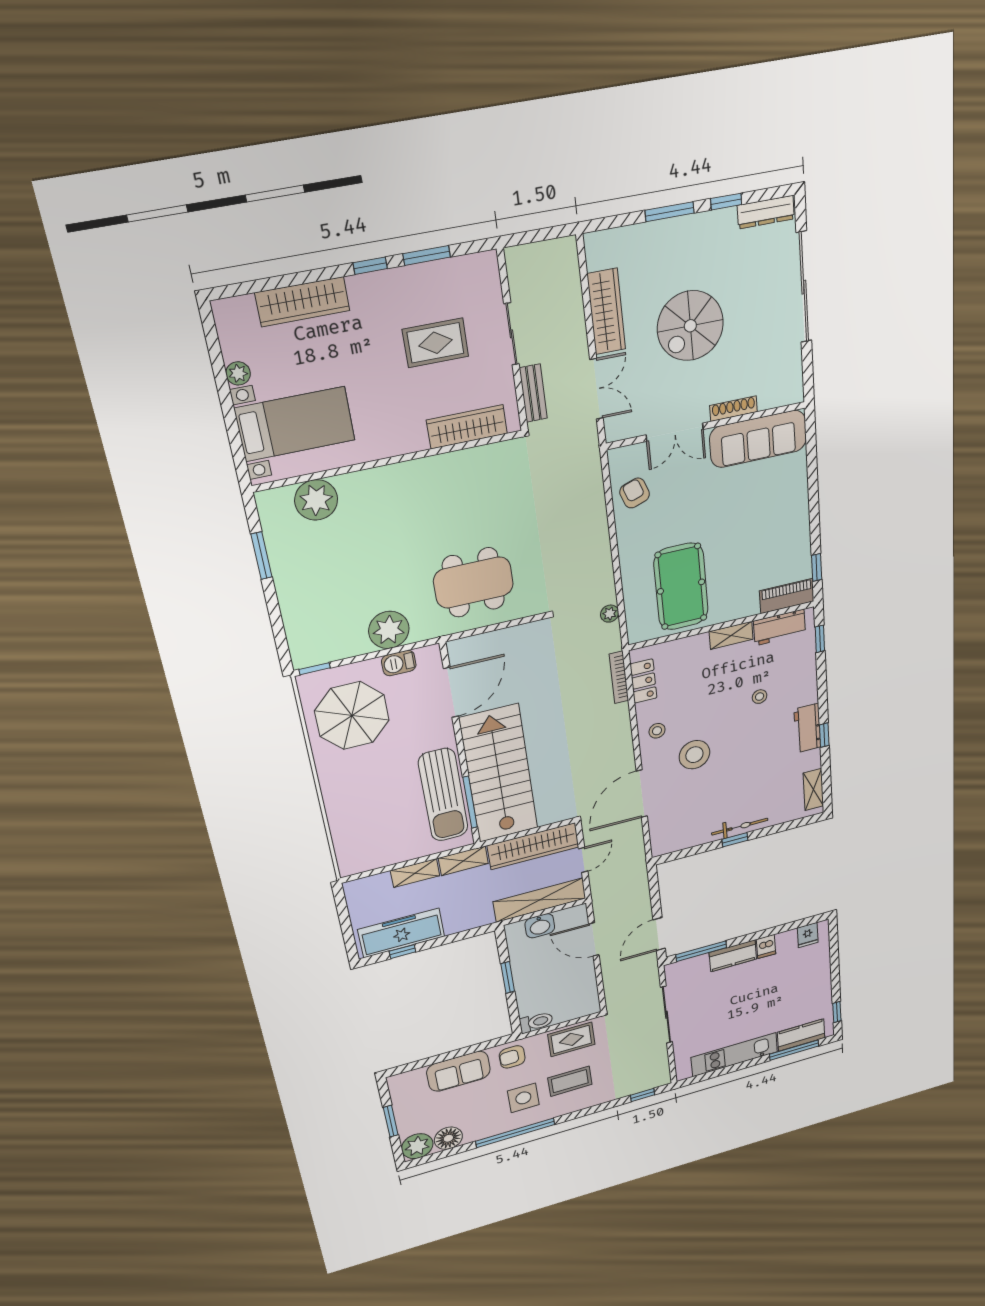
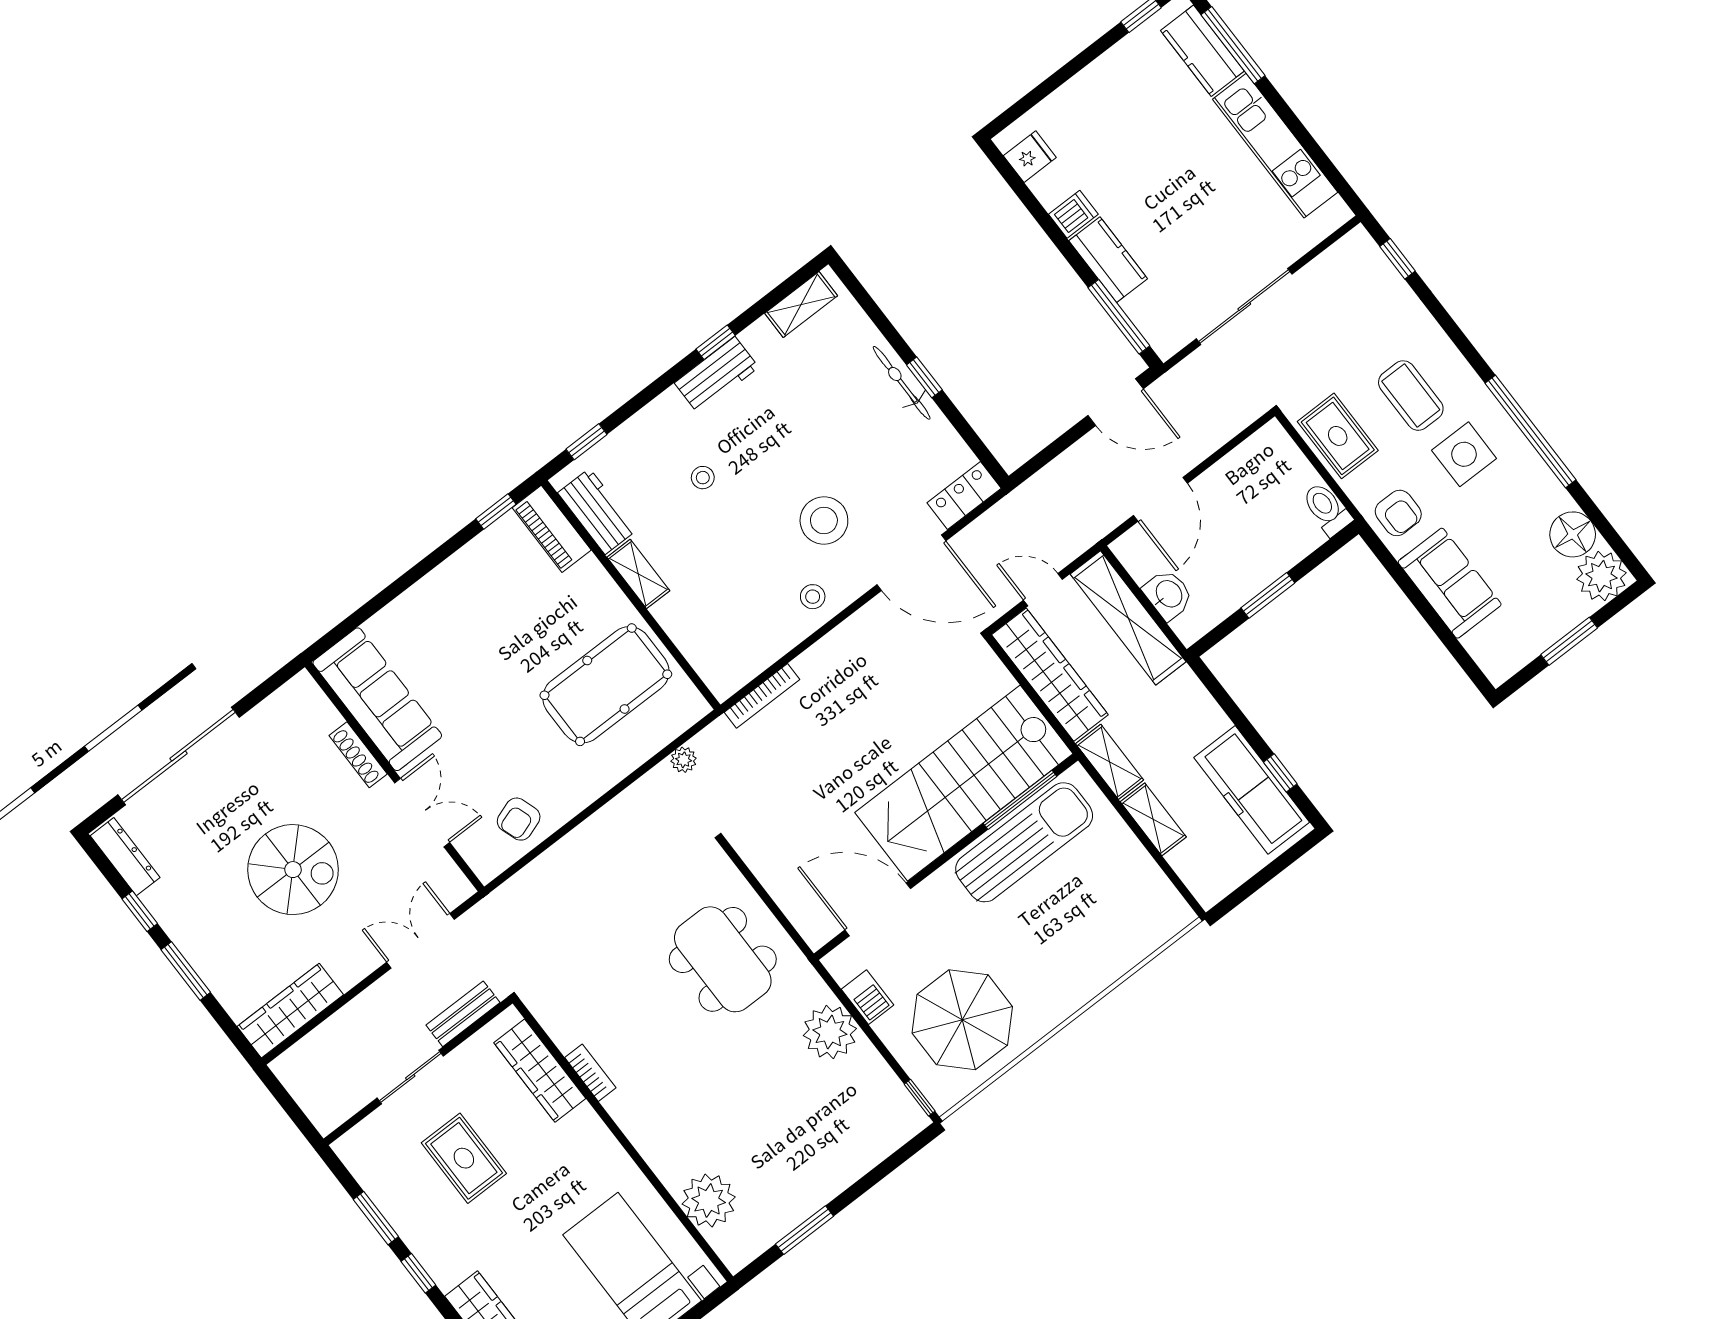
wardrobe: (606, 312) -> (290, 1011), moved
bookcase: (447, 461) -> (590, 1073), added
locker: (644, 681) -> (964, 496), moved

